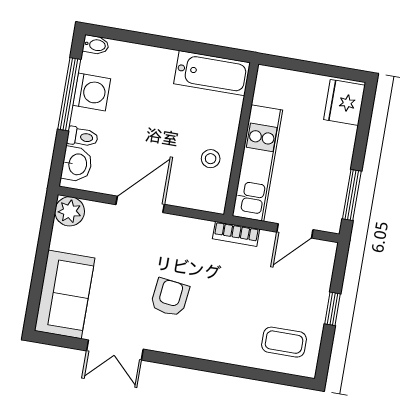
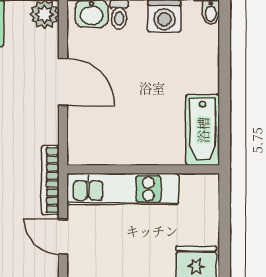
stool: (211, 159) -> (119, 143), removed
bookcase: (236, 234) -> (50, 180), width x1.56

